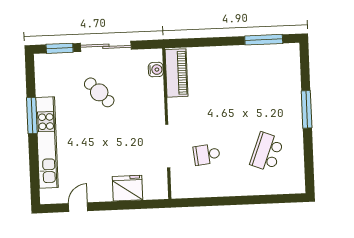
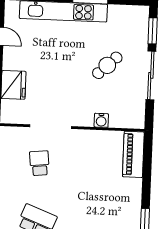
water cooler: (156, 70) -> (101, 120), moved
piano: (177, 73) -> (133, 154), moved, turned 90

